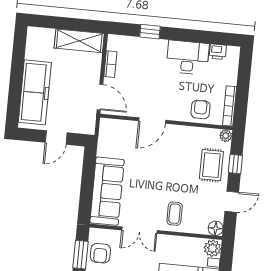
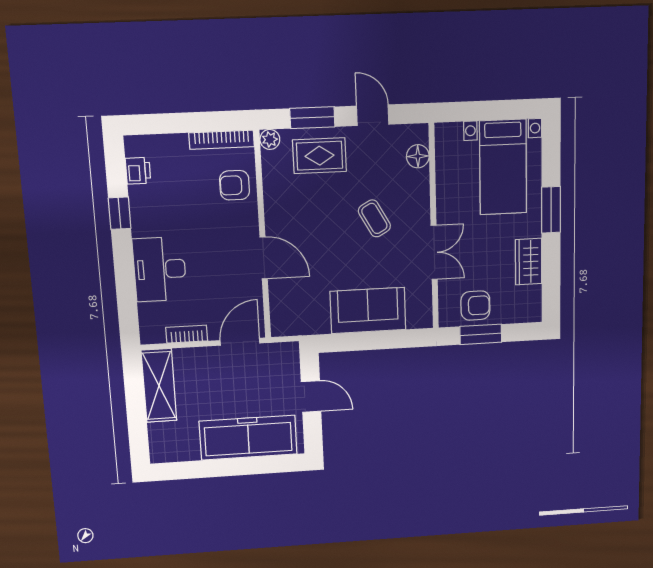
window: (150, 32) -> (120, 213), moved
desk: (188, 58) -> (160, 269), moved
window: (235, 164) -> (312, 118), width x1.50
sofa: (107, 191) -> (368, 311), width x0.73
coffee table: (175, 214) -> (374, 218), moved, turned 61
floor lamp: (216, 228) -> (418, 156), moved
plant: (212, 248) -> (449, 136), removed

